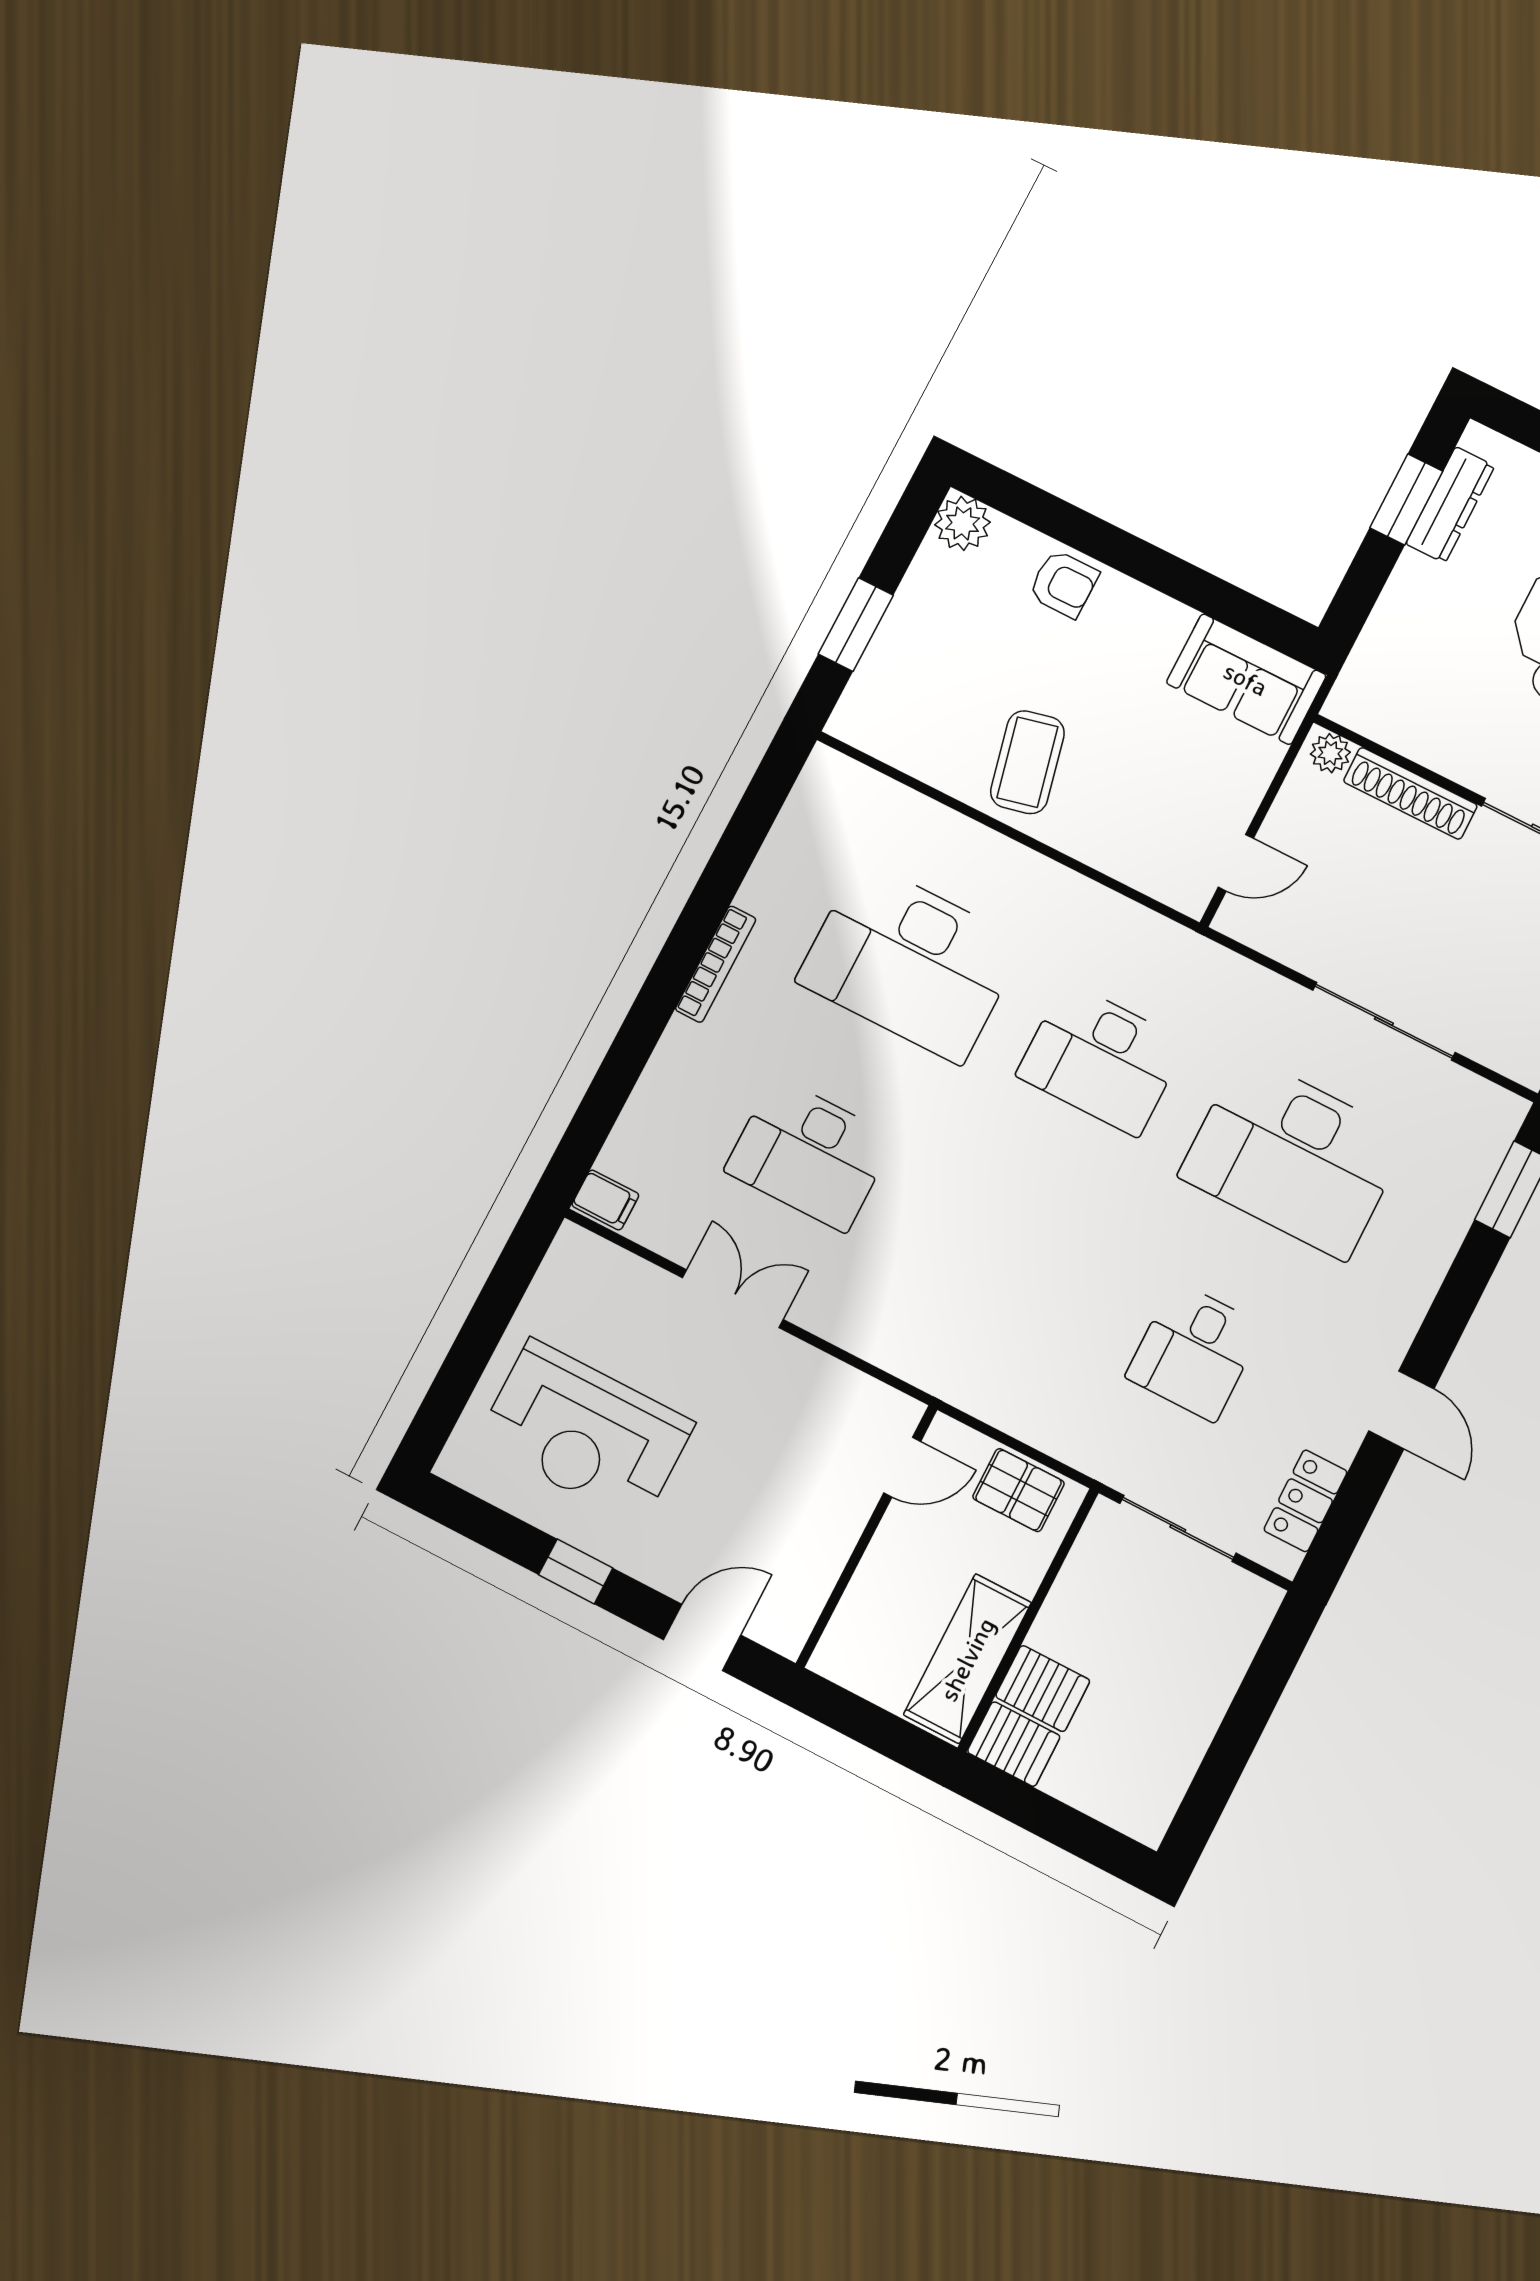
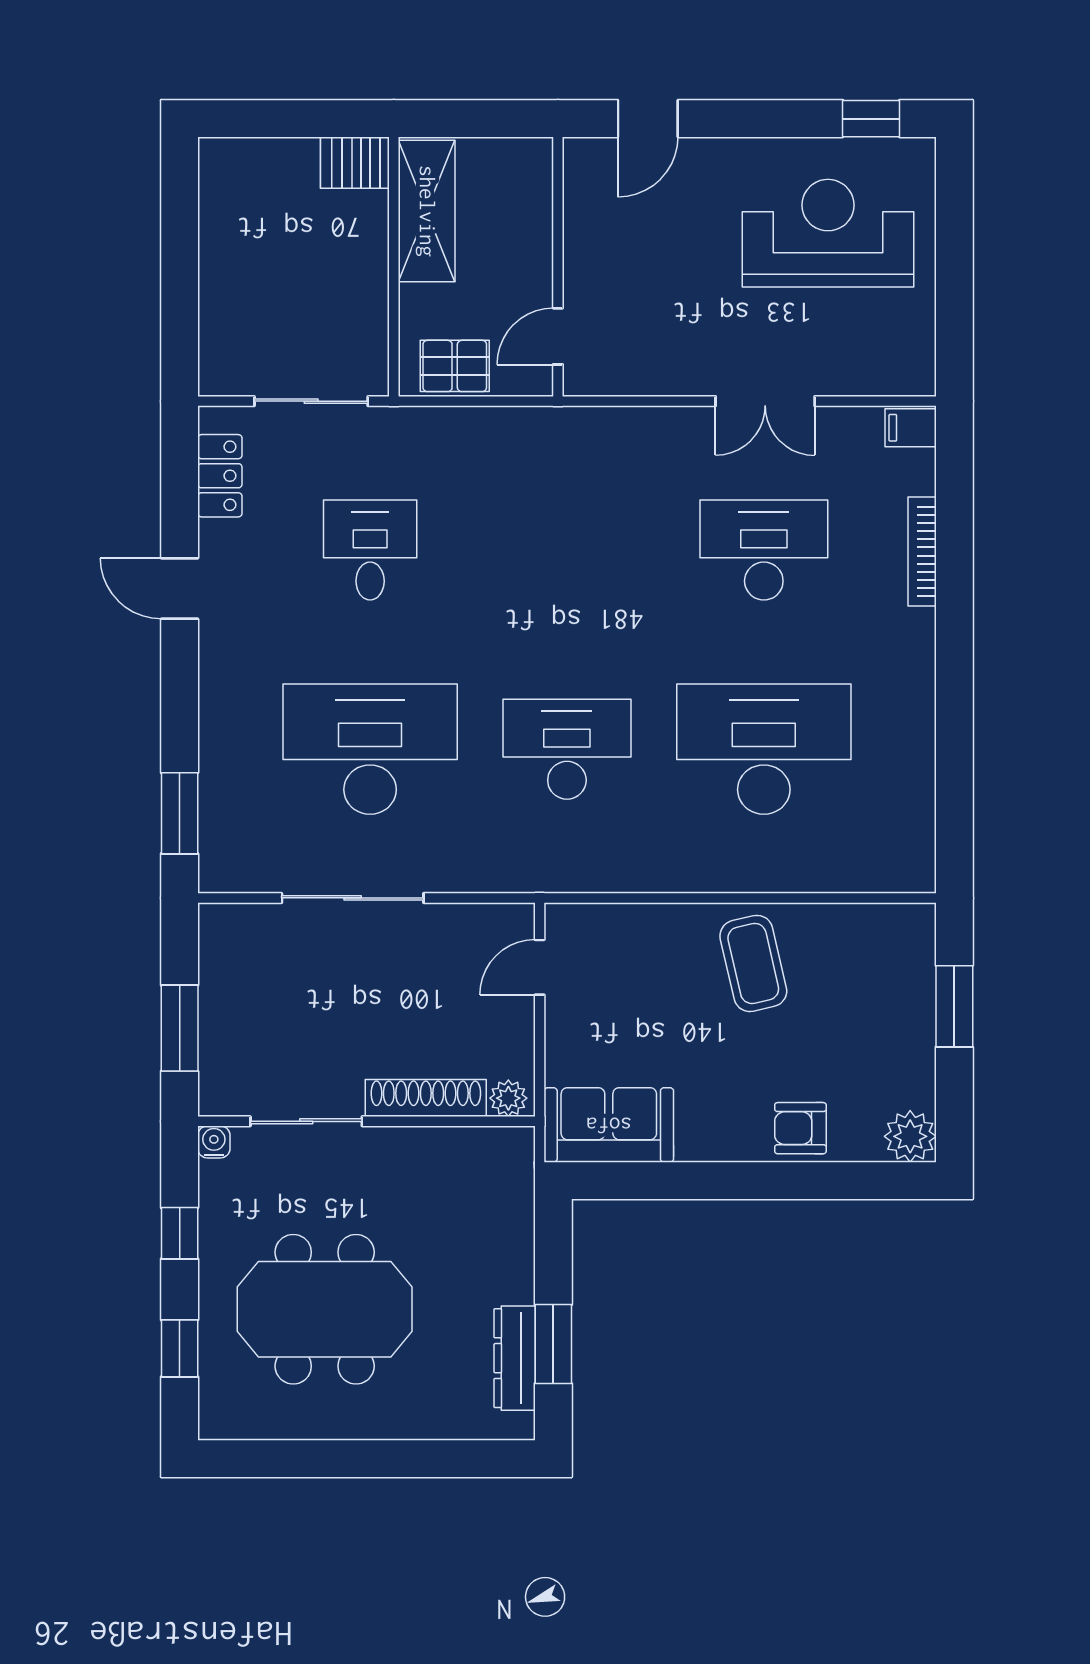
bookcase: (716, 964) -> (922, 551), moved
window: (576, 1571) -> (871, 119), moved
server rack: (1043, 1688) -> (354, 218), removed

